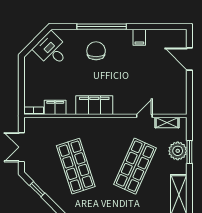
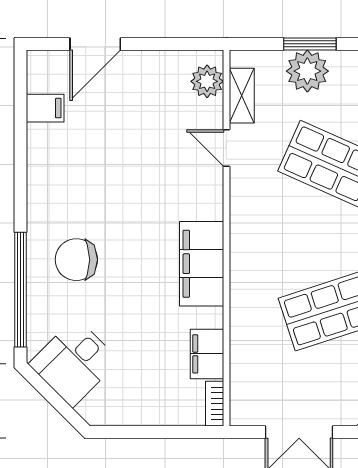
window: (102, 27) -> (21, 290), moved
filing cabinet: (139, 37) -> (45, 108), moved
plant: (173, 107) -> (207, 81), added

